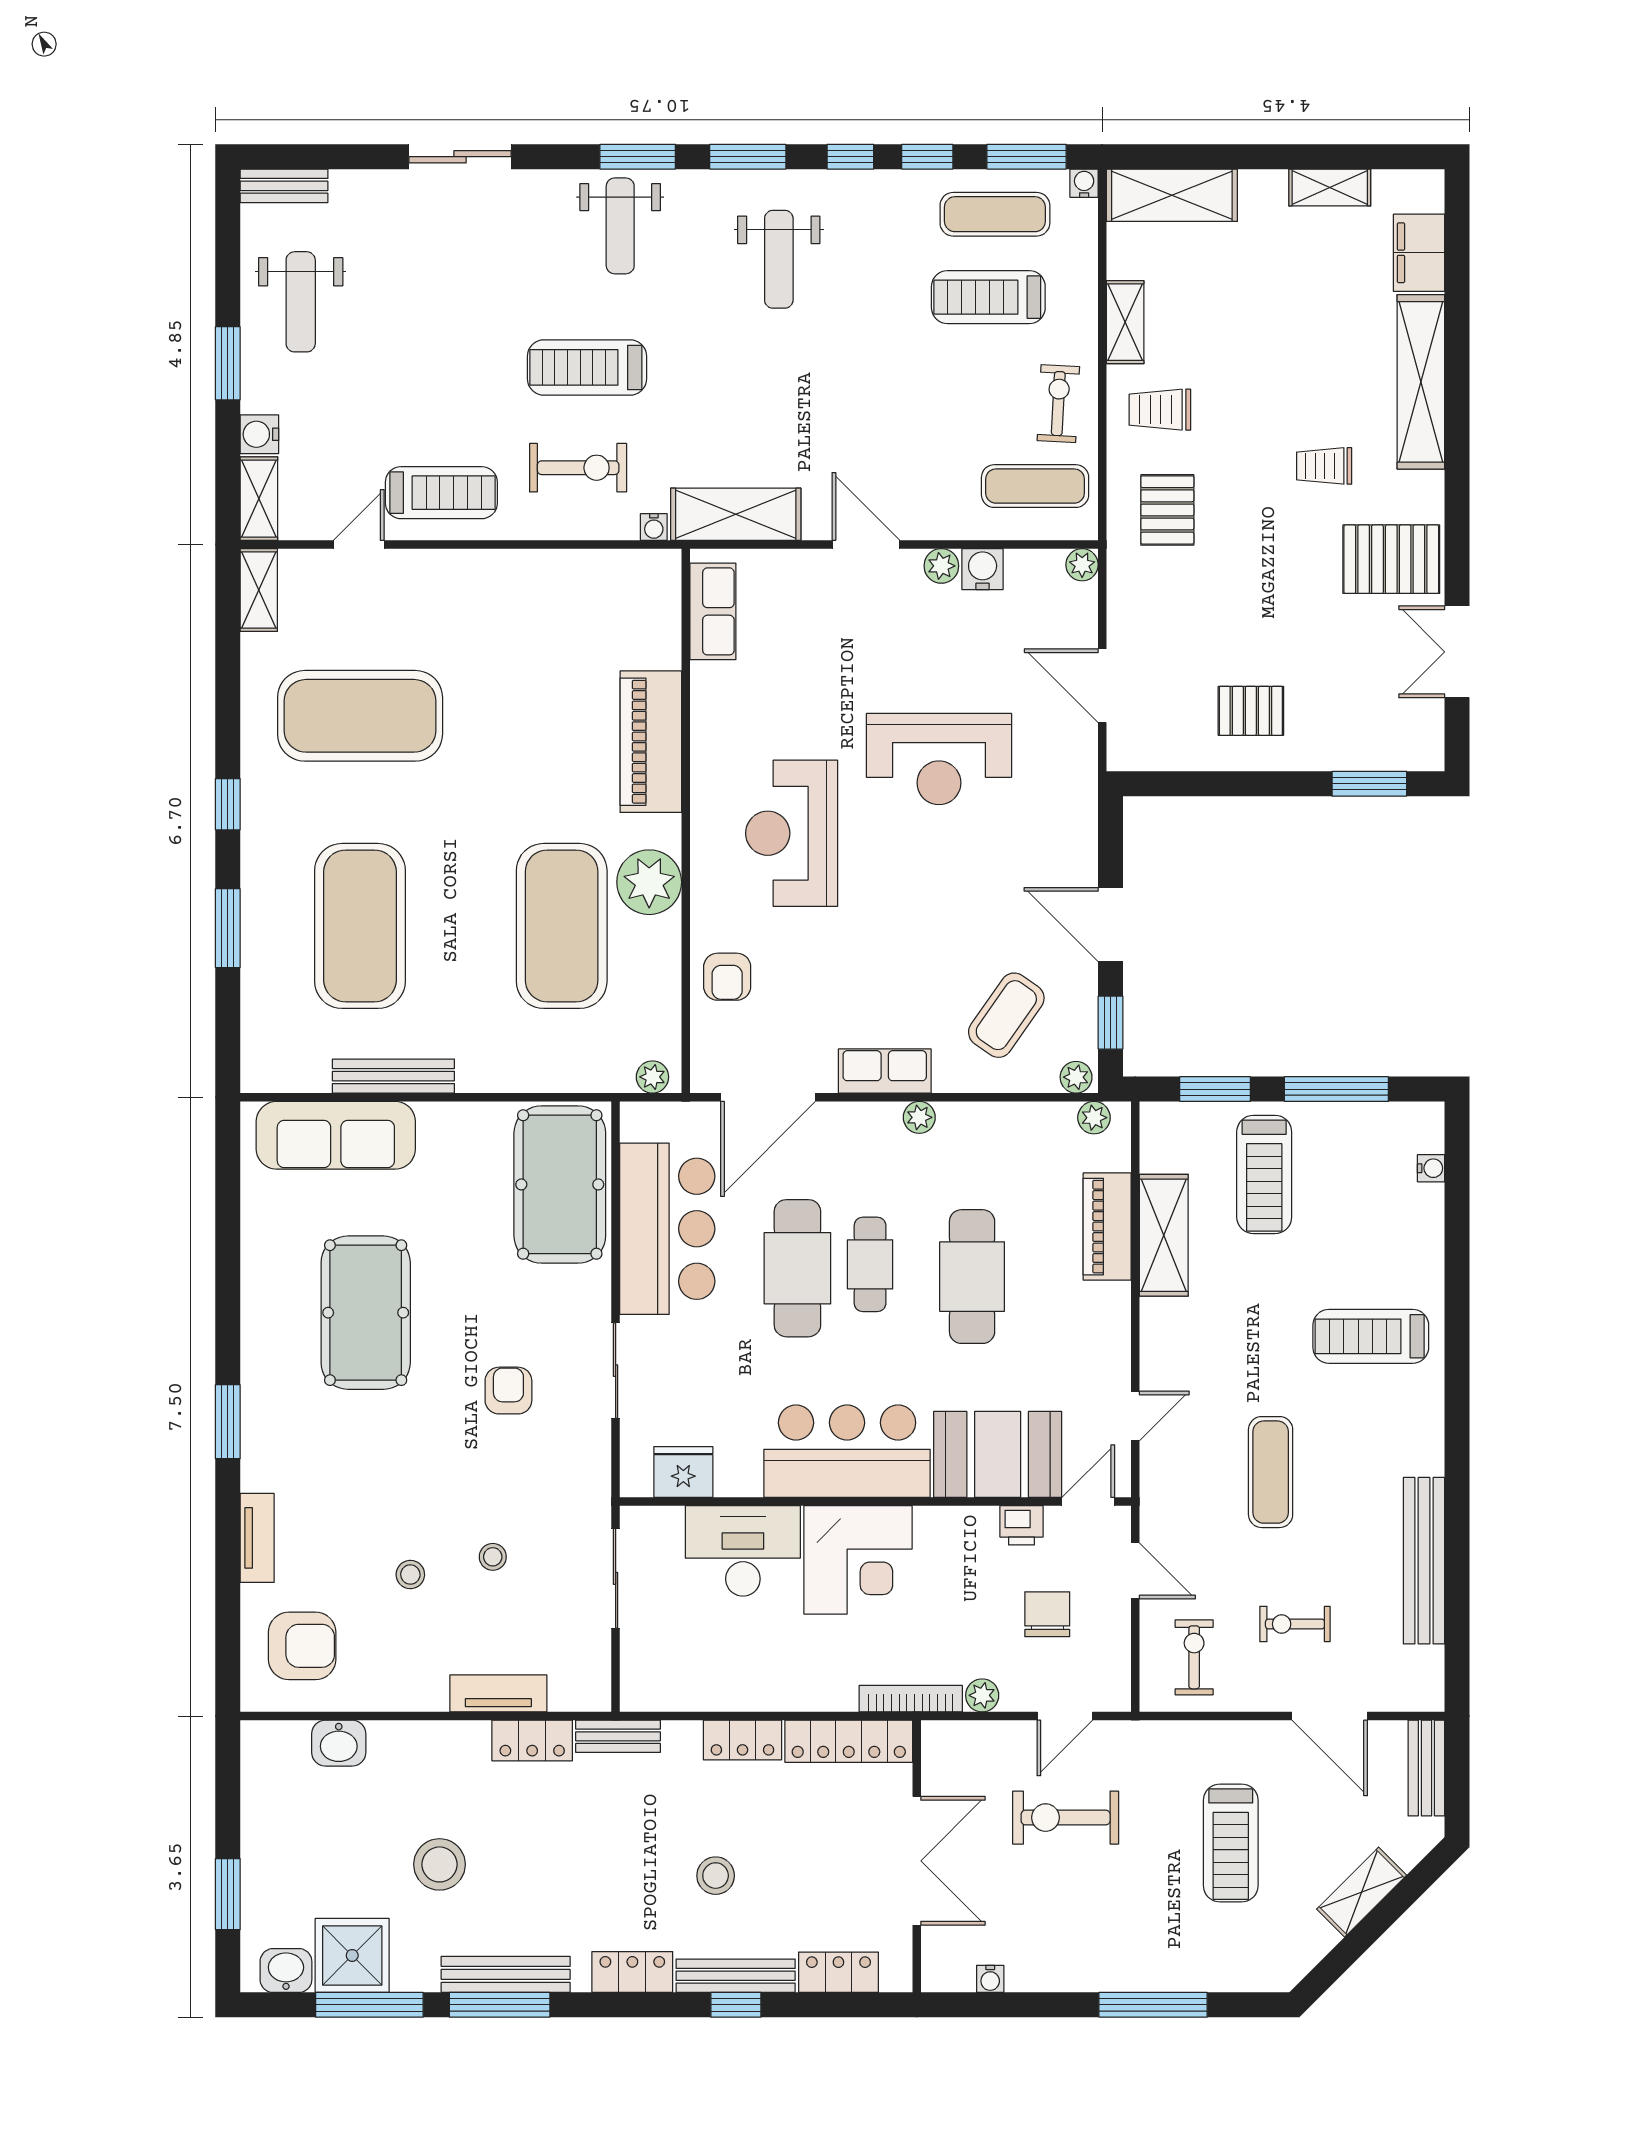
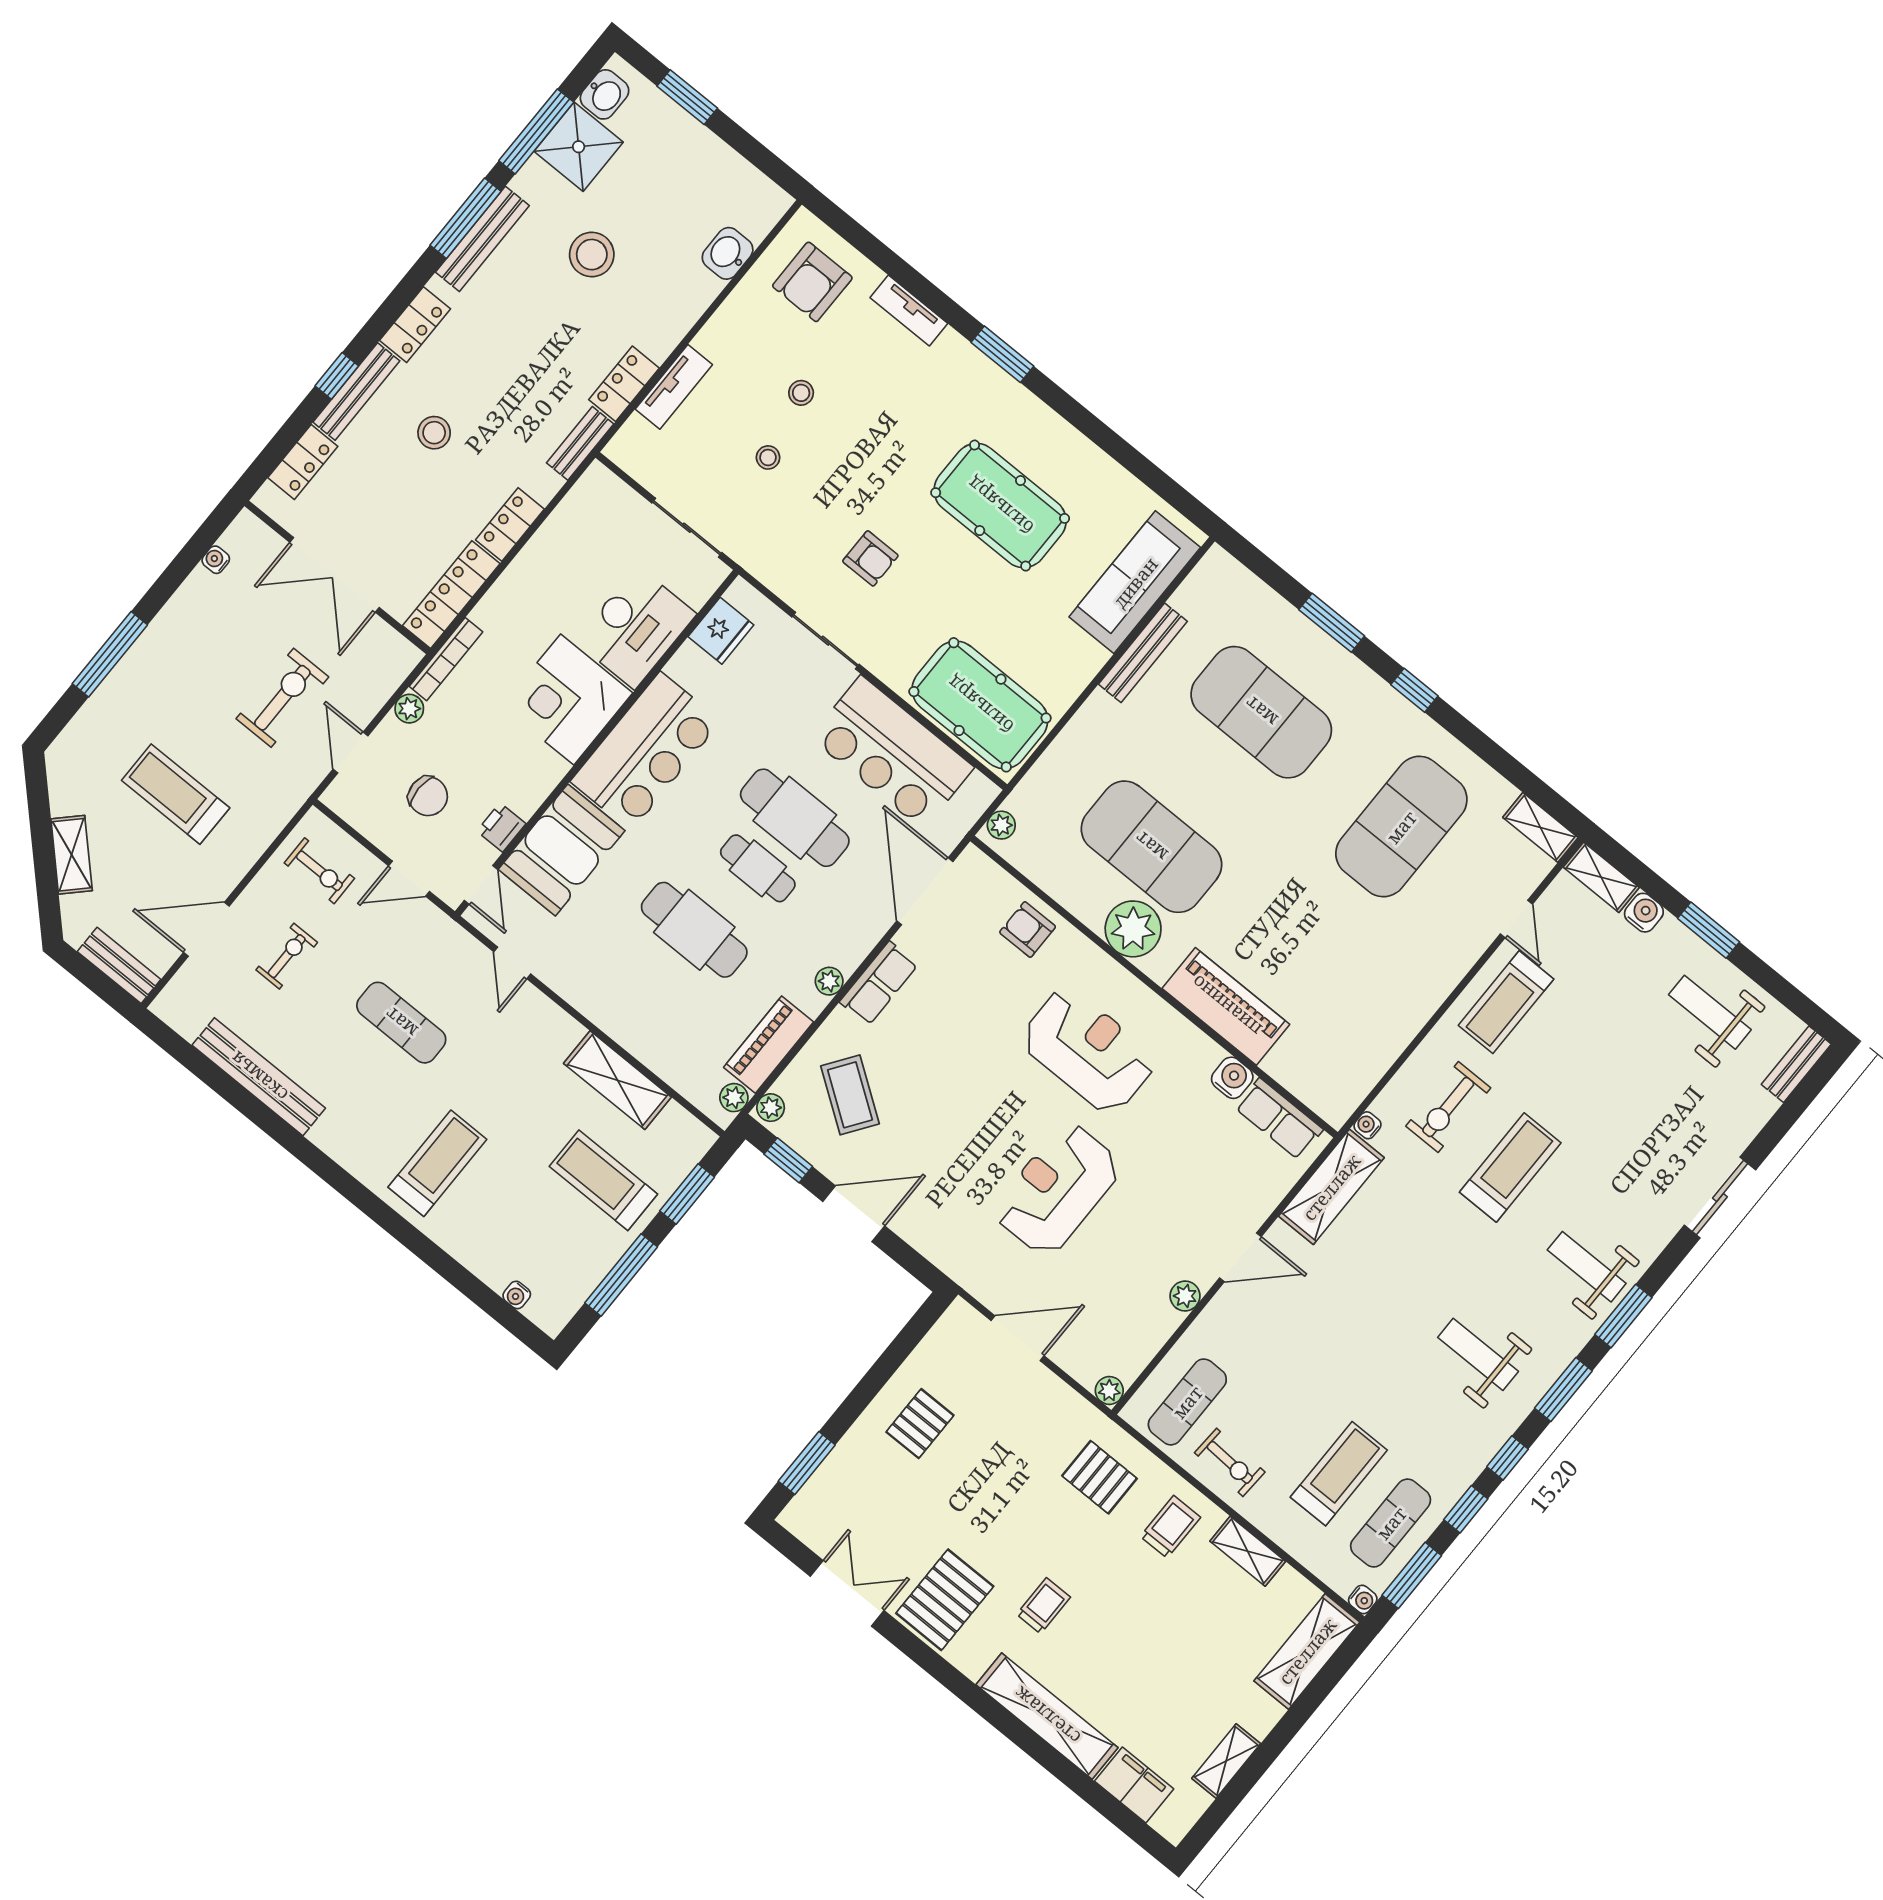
water cooler: (983, 569) -> (1232, 1078), moved, turned -90
piano: (1107, 1227) -> (769, 1045), moved, turned -90

